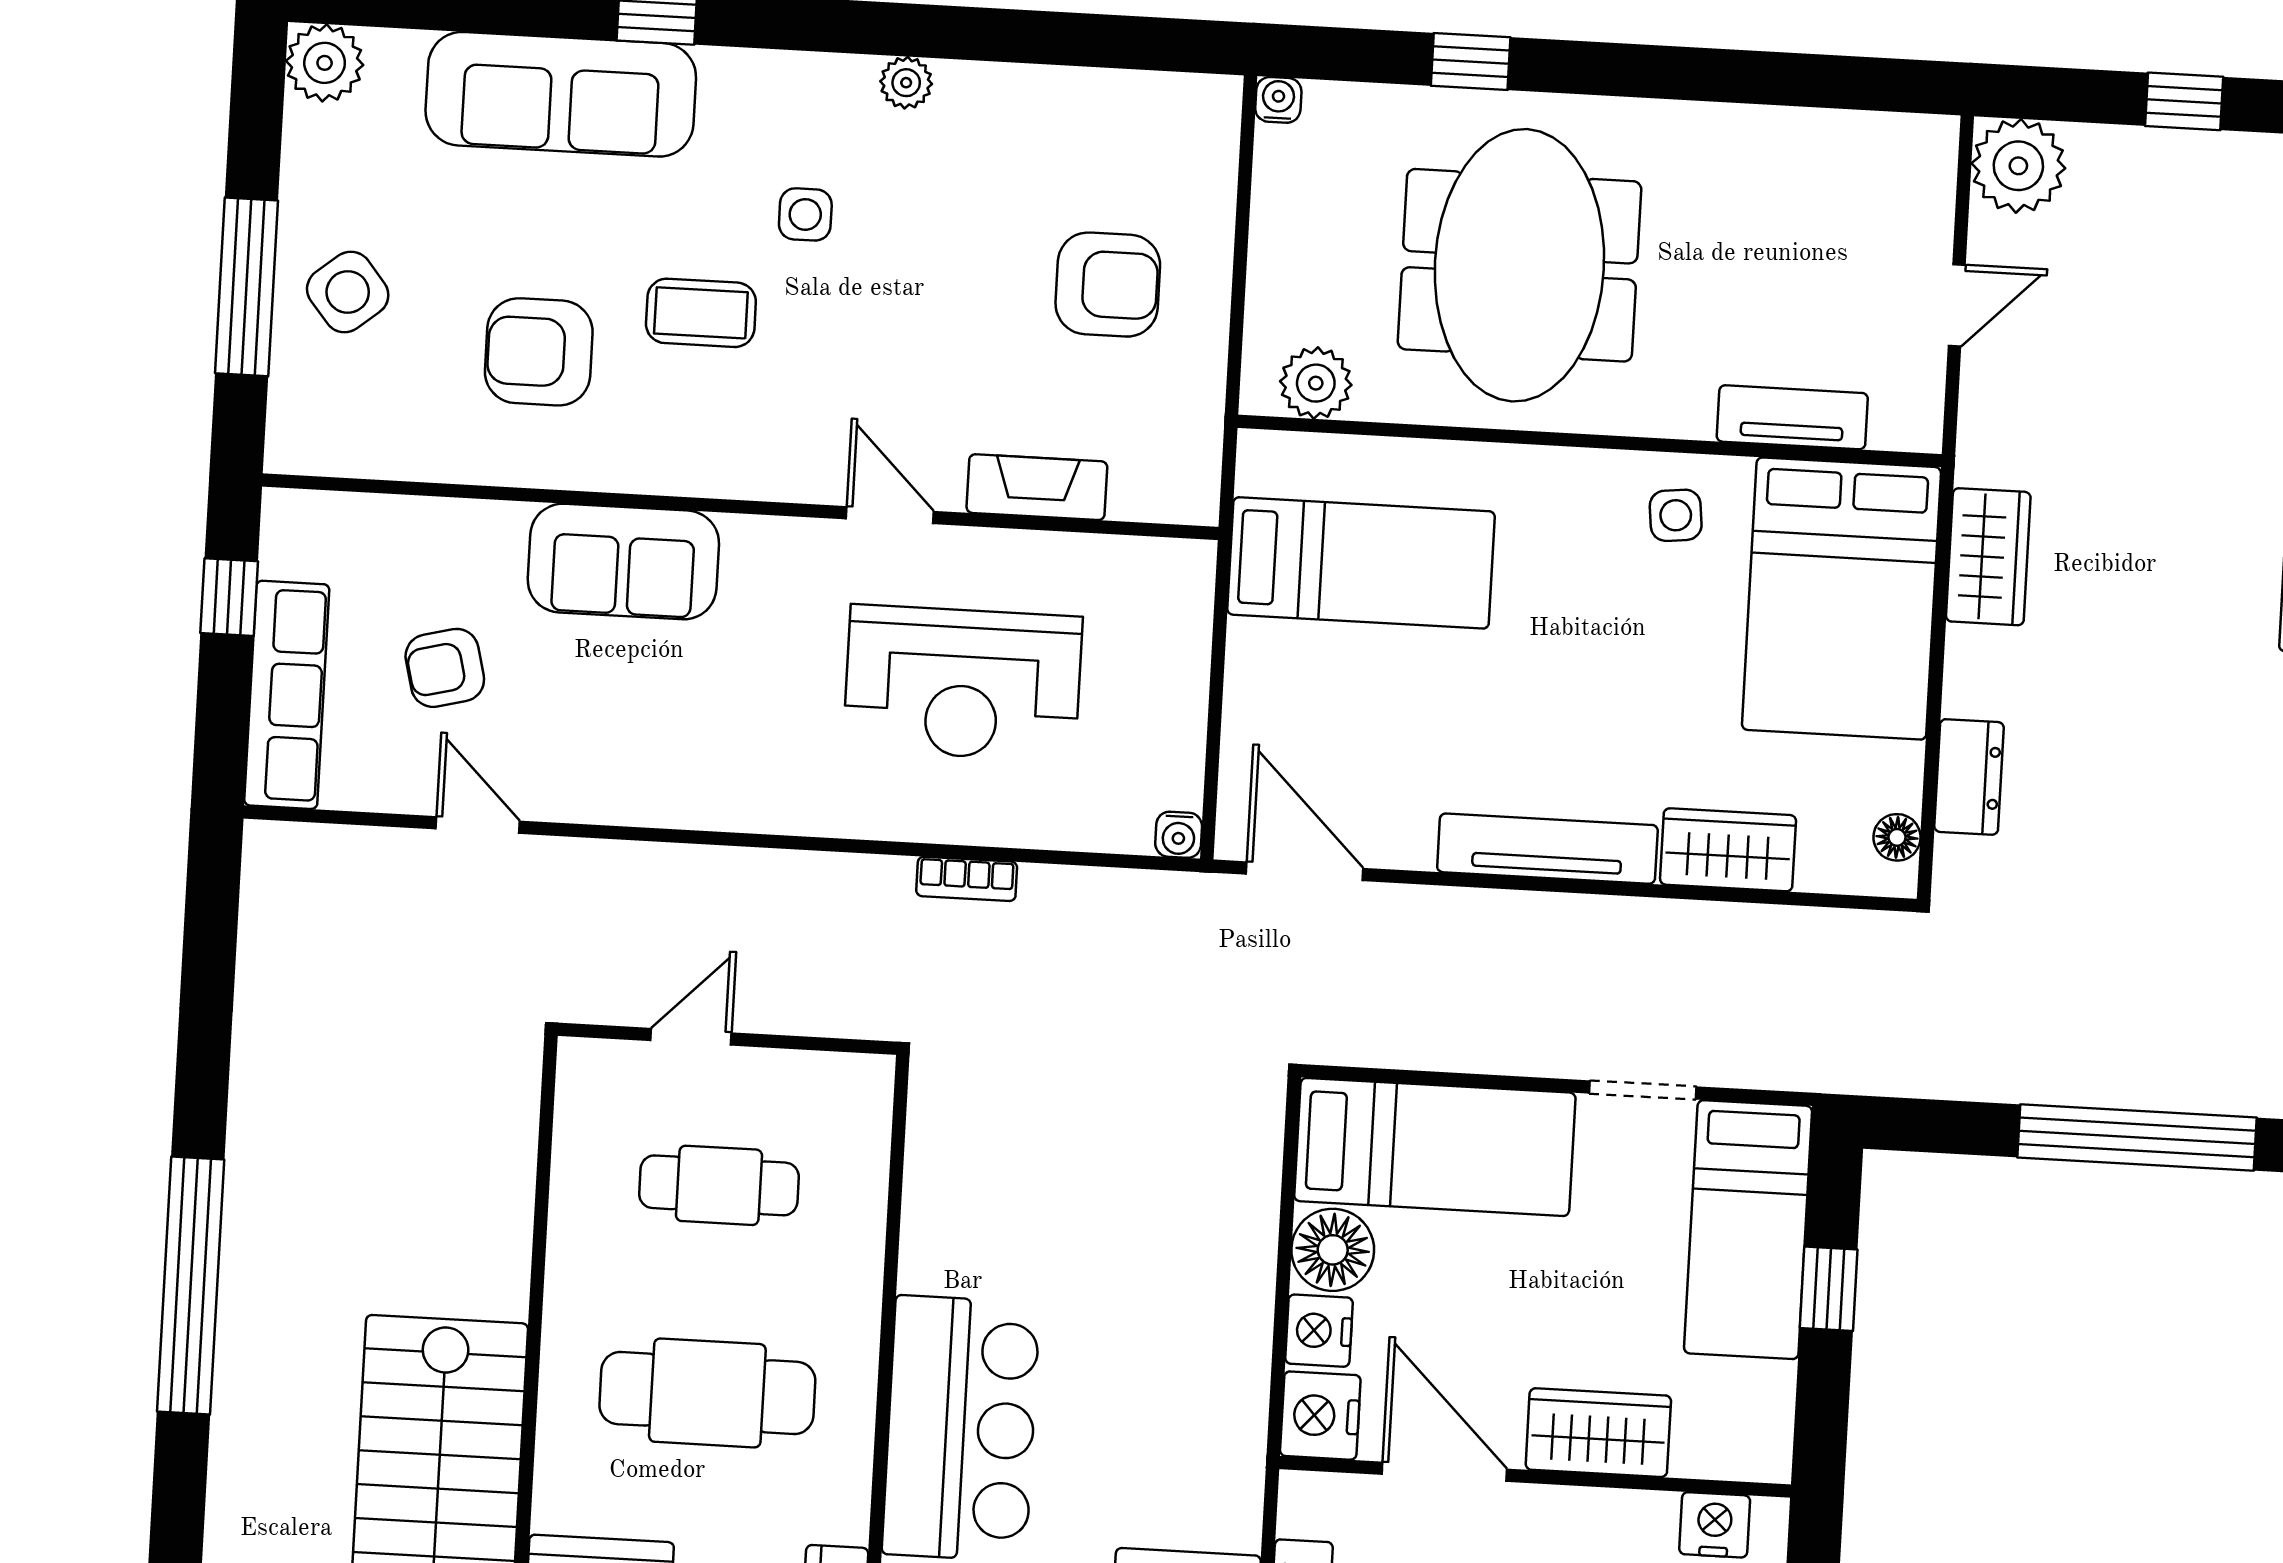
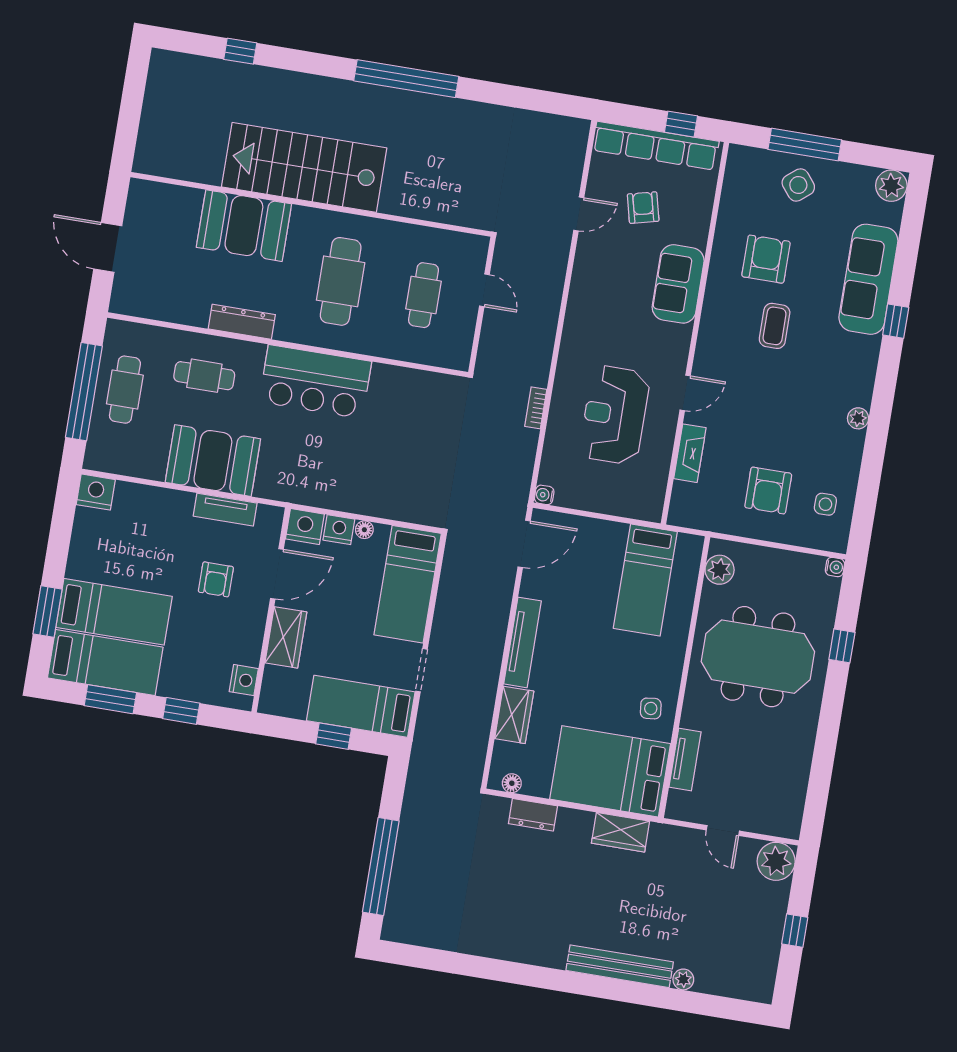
side table: (805, 214) -> (825, 504), moved
row of seats: (287, 695) -> (656, 146), width x1.36
floor lamp: (1333, 1250) -> (364, 530), width x0.53, depth x0.53

